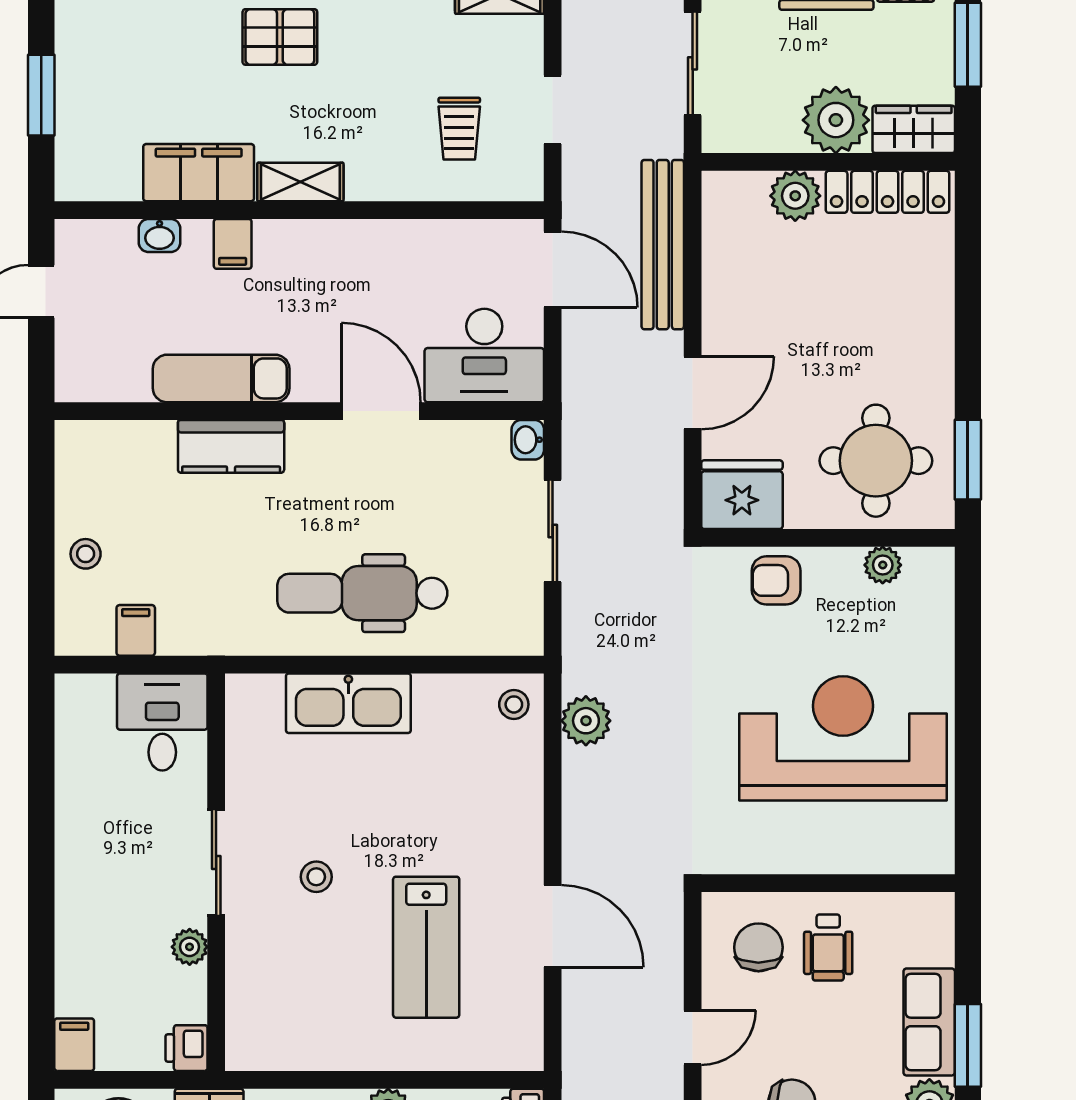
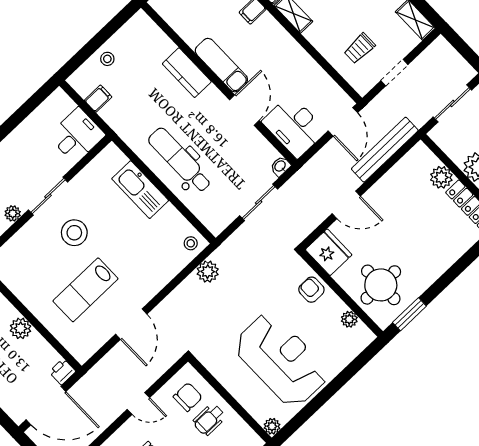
exam couch: (221, 378) -> (221, 65), moved
plant: (937, 856) -> (272, 426), added
stool: (316, 877) -> (74, 233), width x1.89, depth x1.89

